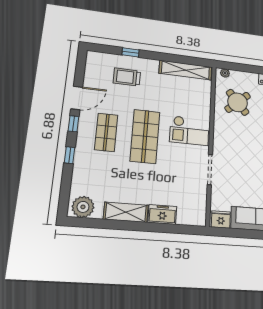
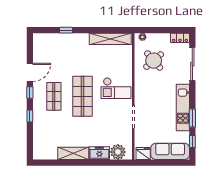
trolley: (127, 77) -> (65, 51), removed
plant: (83, 207) -> (118, 152), moved

